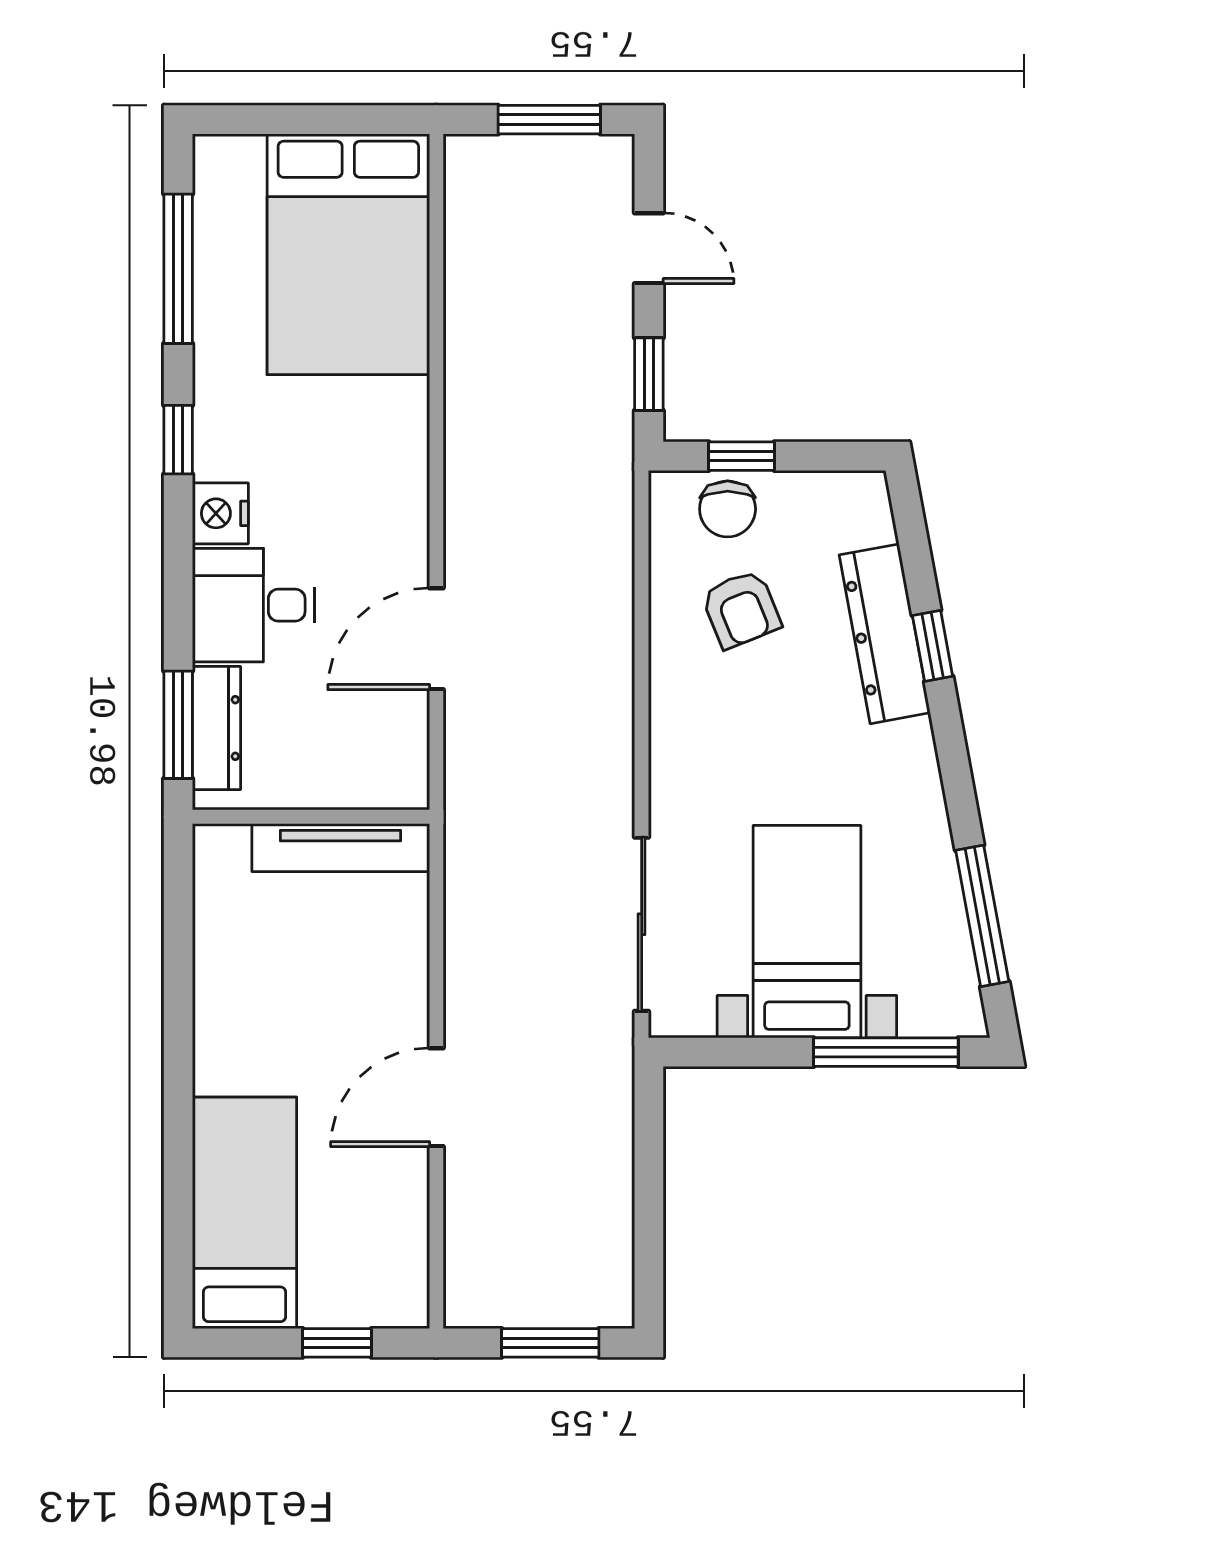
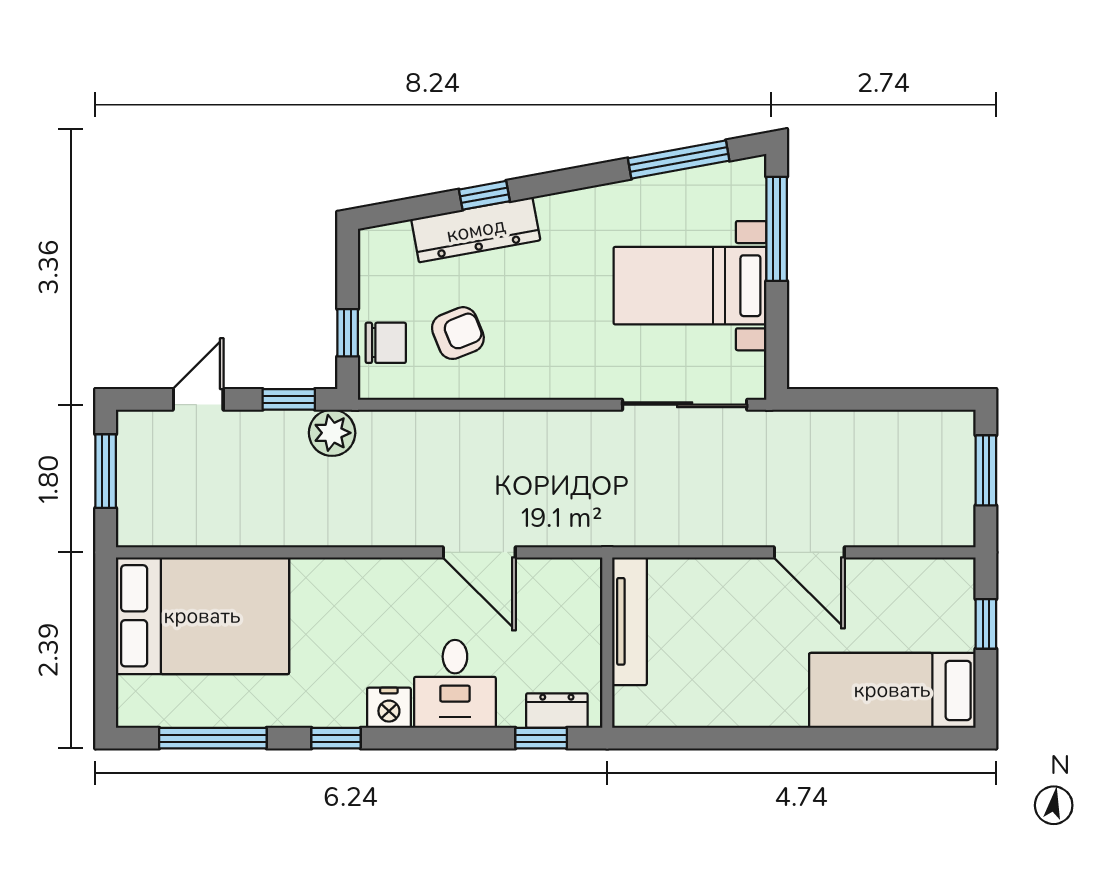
plant: (602, 434) -> (332, 433), added
window: (178, 725) -> (541, 738), width x0.67
dresser: (216, 728) -> (557, 711), width x0.70

